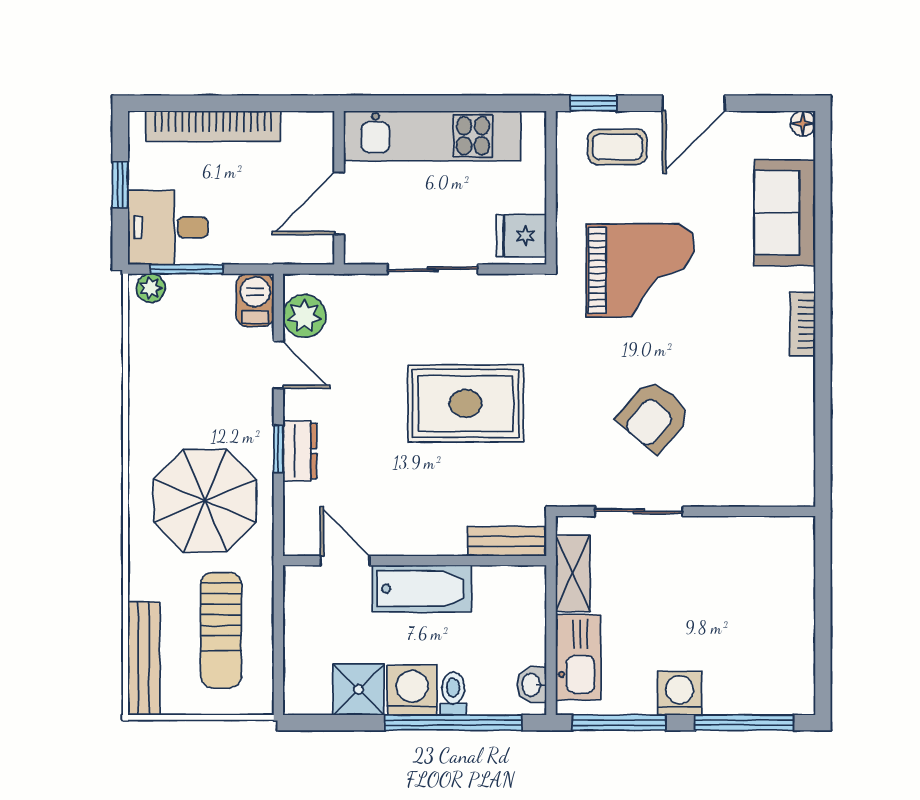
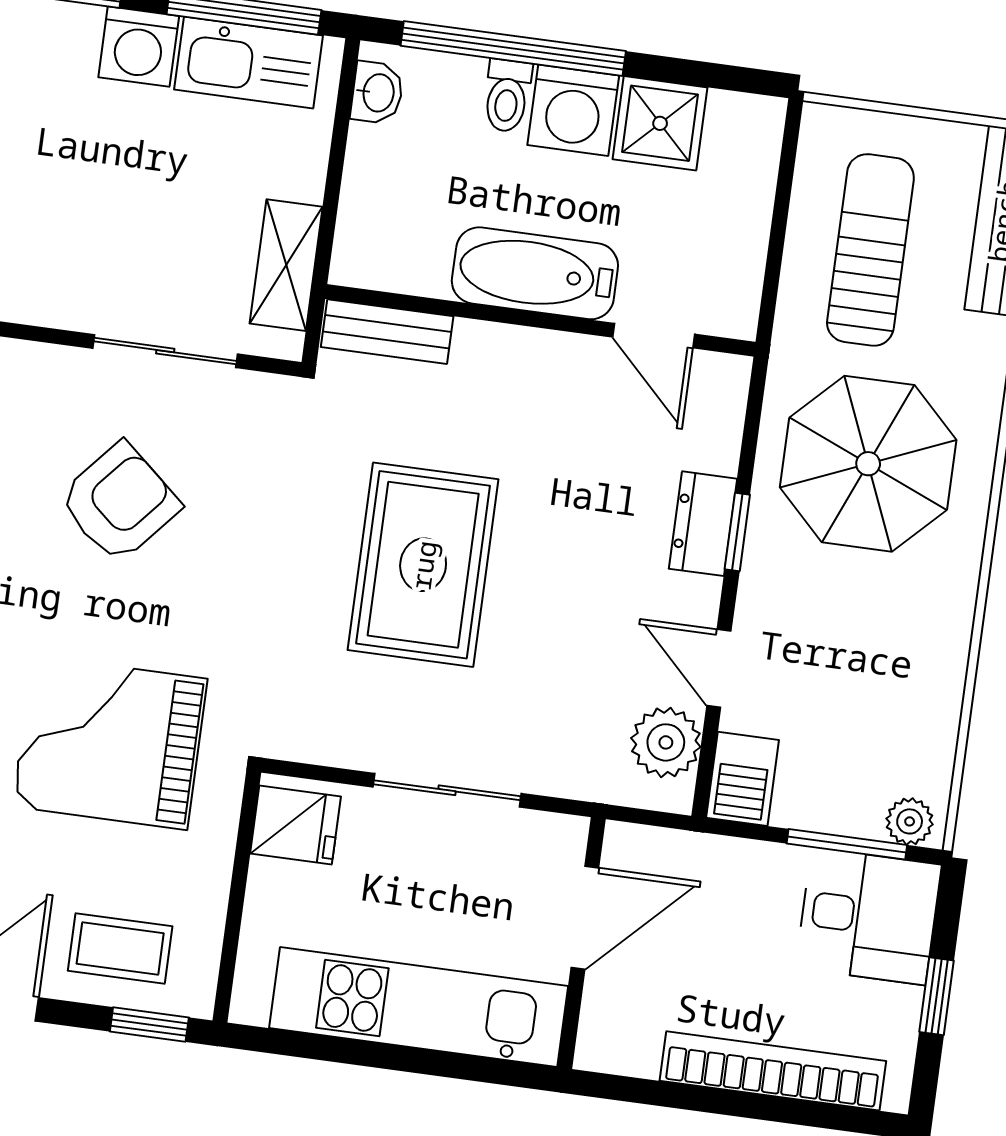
rug: (466, 403) -> (423, 565), turned 90
kitchen sink: (578, 657) -> (249, 63), moved, turned -90

